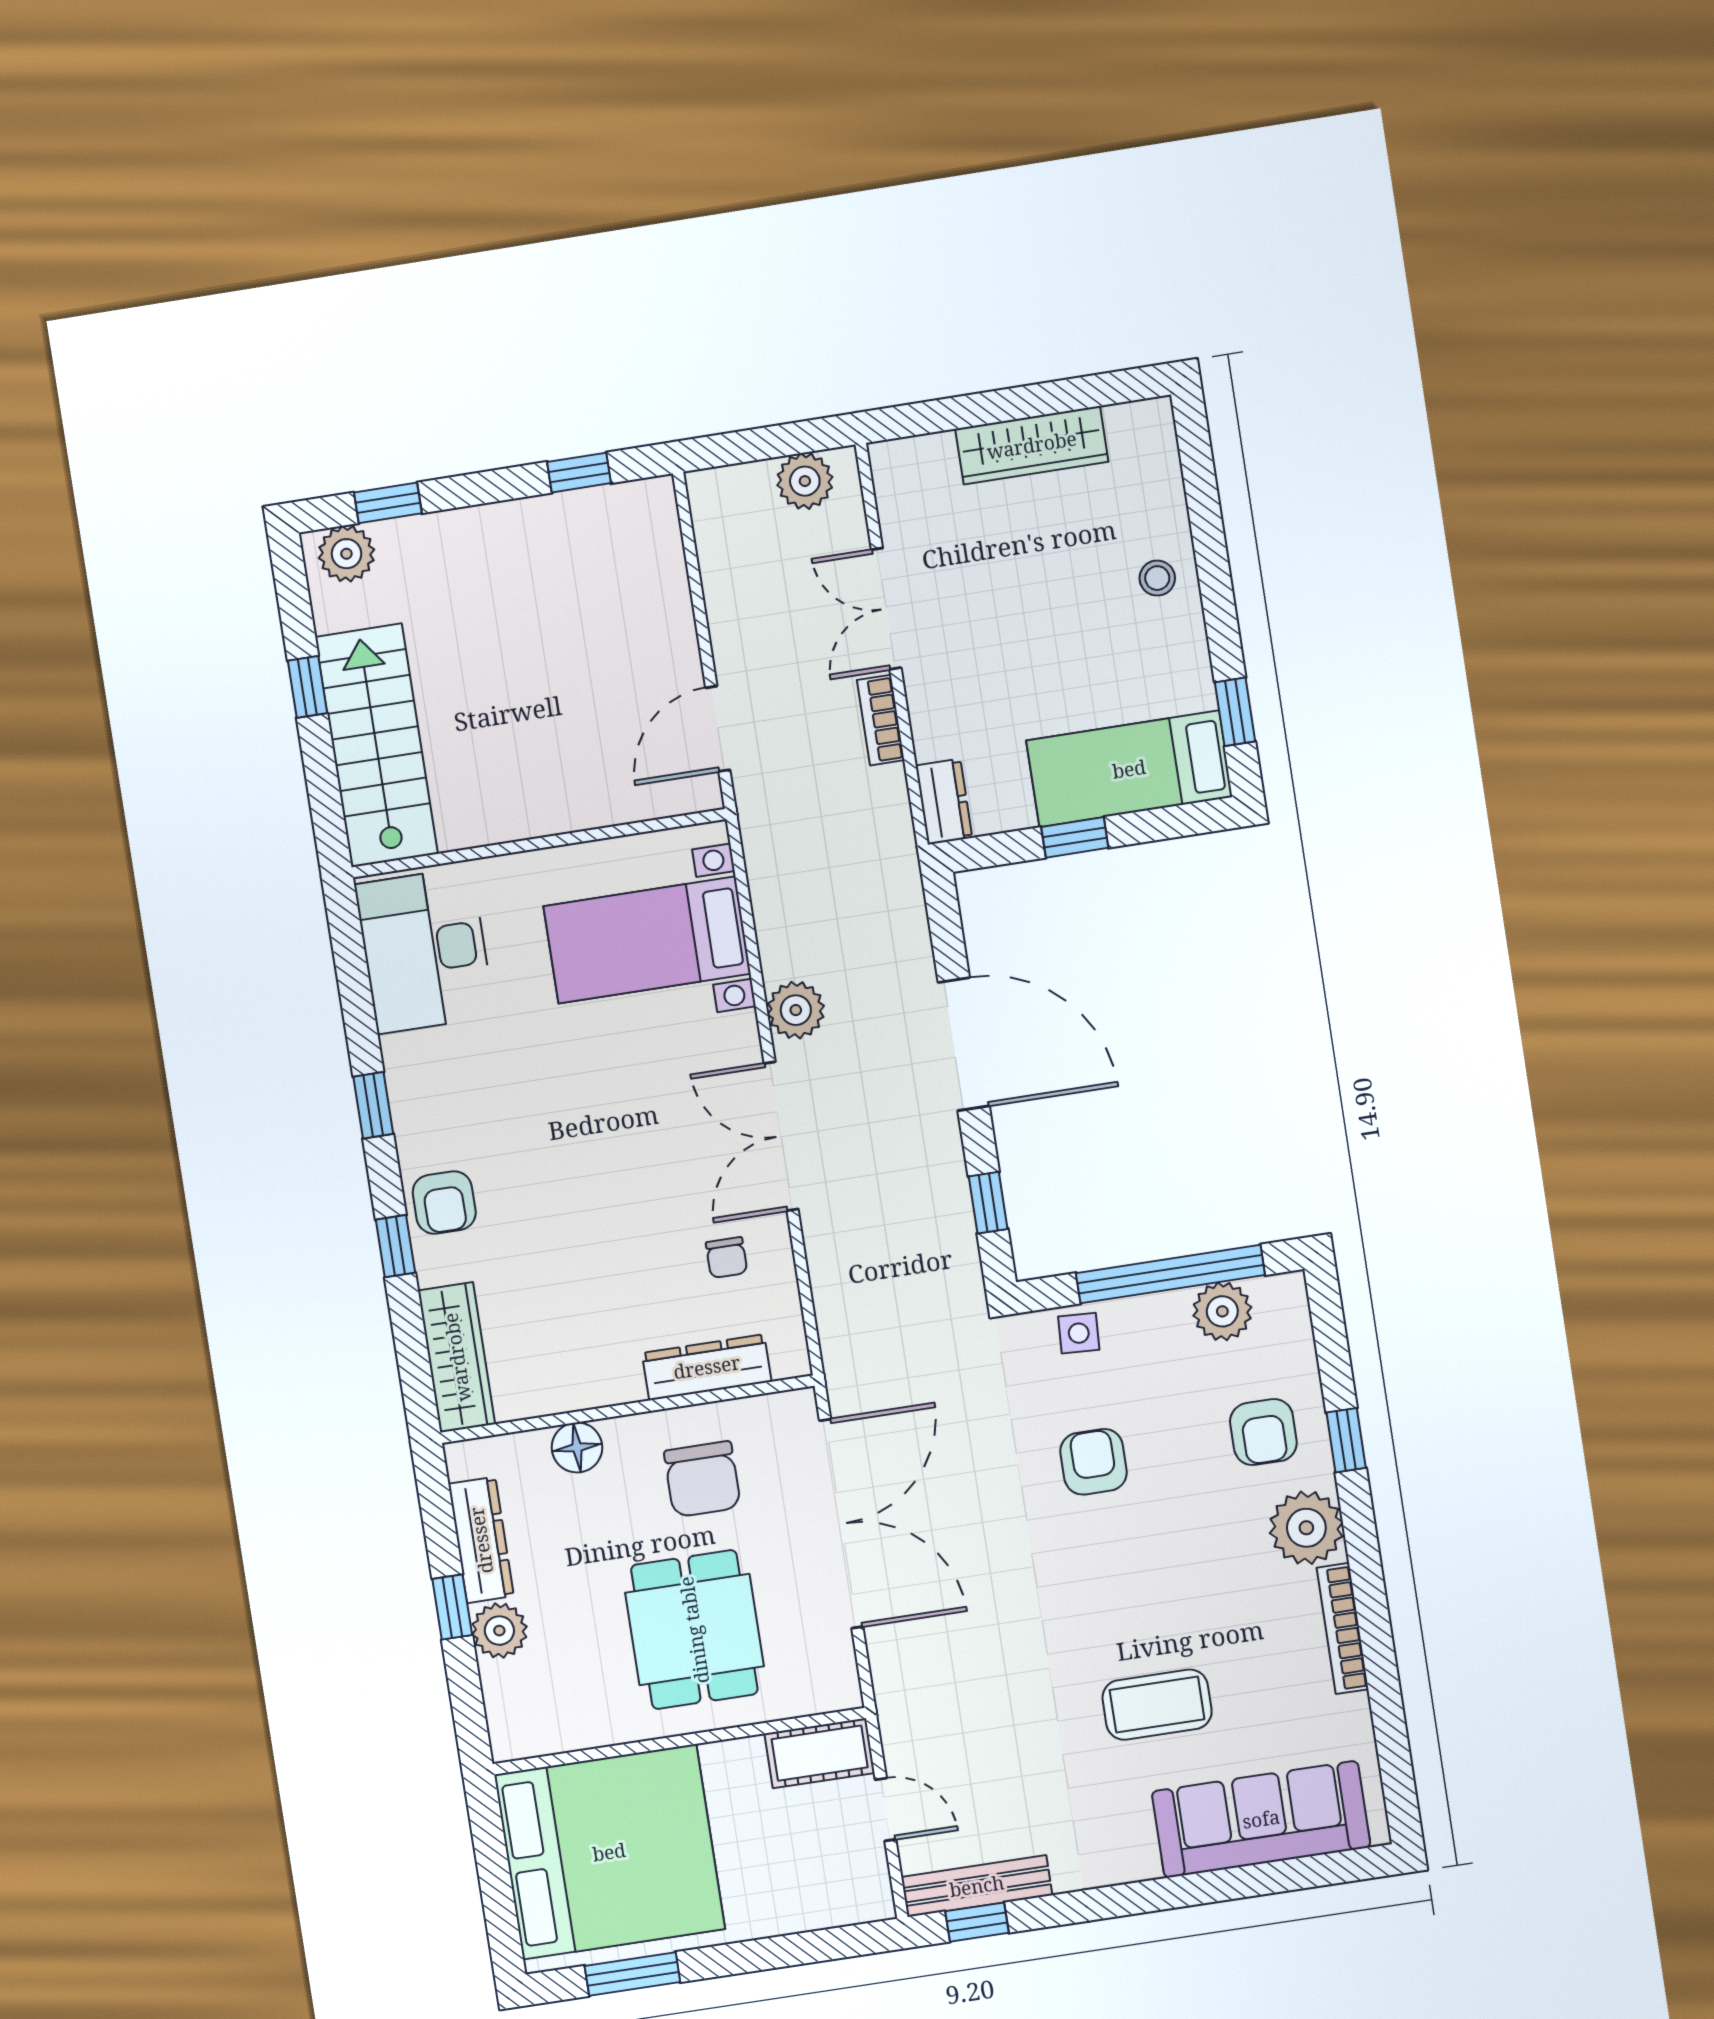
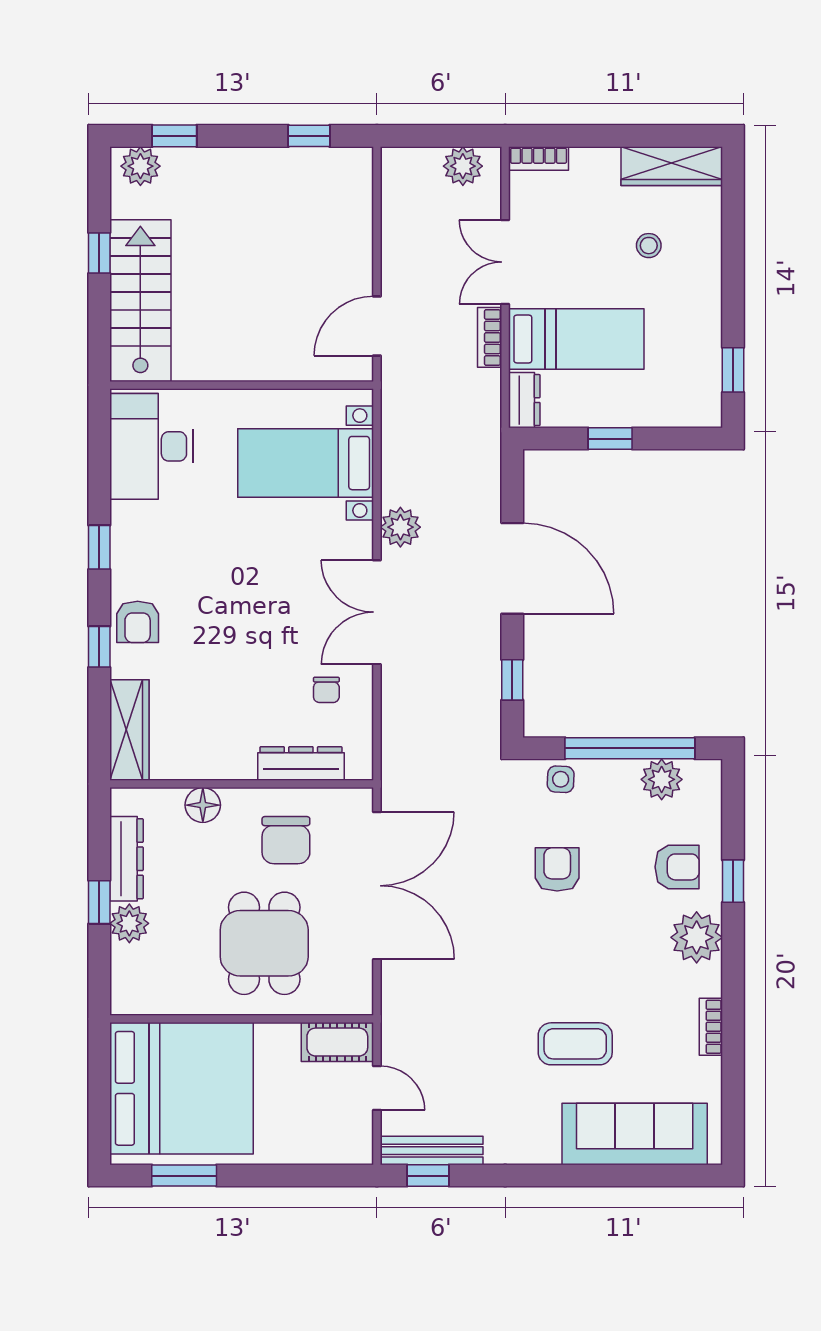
wardrobe: (1032, 445) -> (672, 166), moved
bookcase: (911, 453) -> (539, 159), added
stool: (1157, 578) -> (649, 246), moved
bed: (1129, 769) -> (576, 339), moved, turned 180
armchair: (1263, 1432) -> (677, 867), turned -90
bookcase: (1343, 1629) -> (711, 1027), width x0.64

